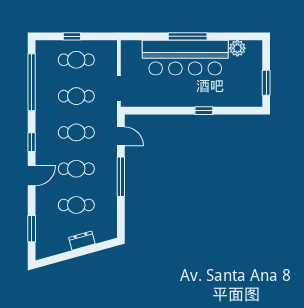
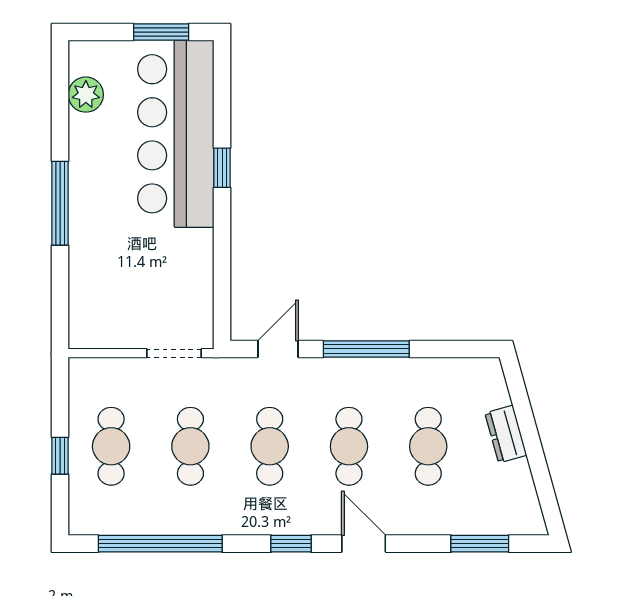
bar counter: (185, 58) -> (176, 134), moved, turned 180

